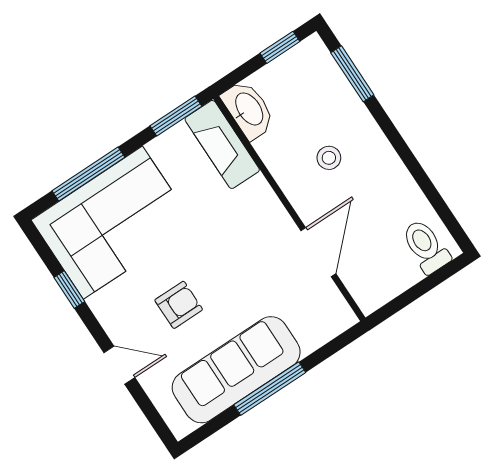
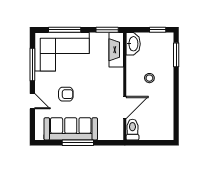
toilet: (426, 246) -> (132, 130), moved
window: (69, 290) -> (32, 65), width x2.17

